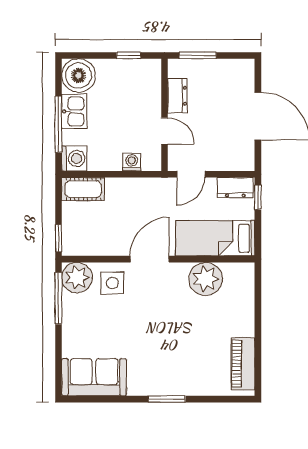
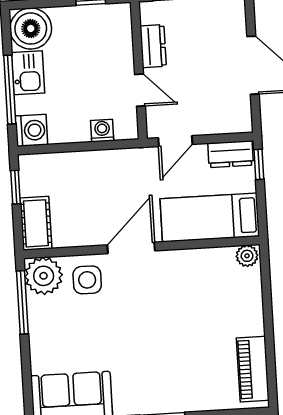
cot: (83, 189) -> (36, 223), moved, turned 90
window: (58, 238) -> (16, 187), moved
plant: (206, 279) -> (247, 256), moved, width x0.53, depth x0.53

